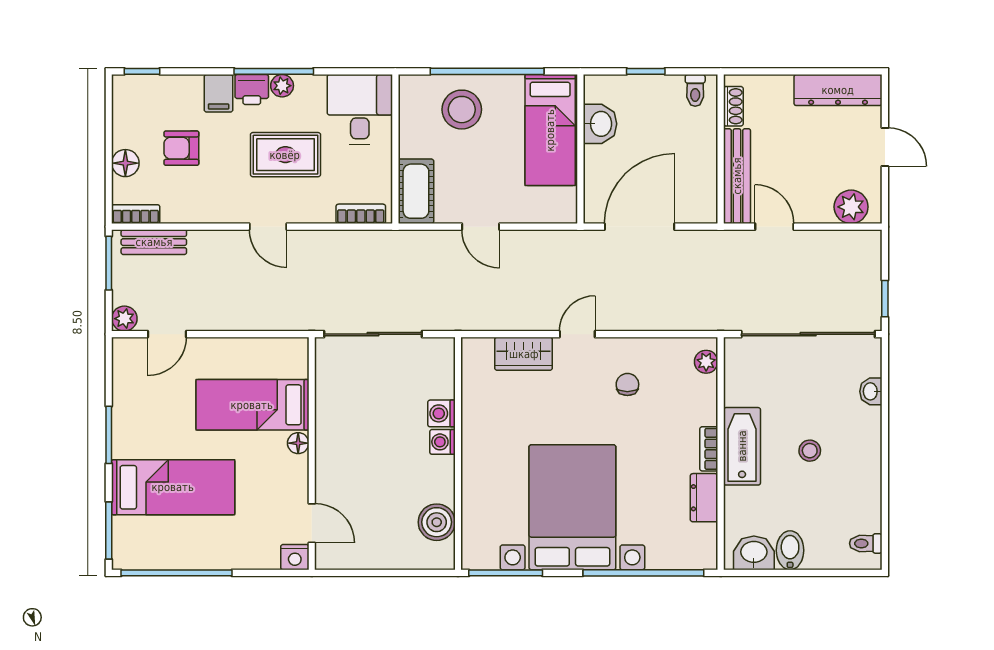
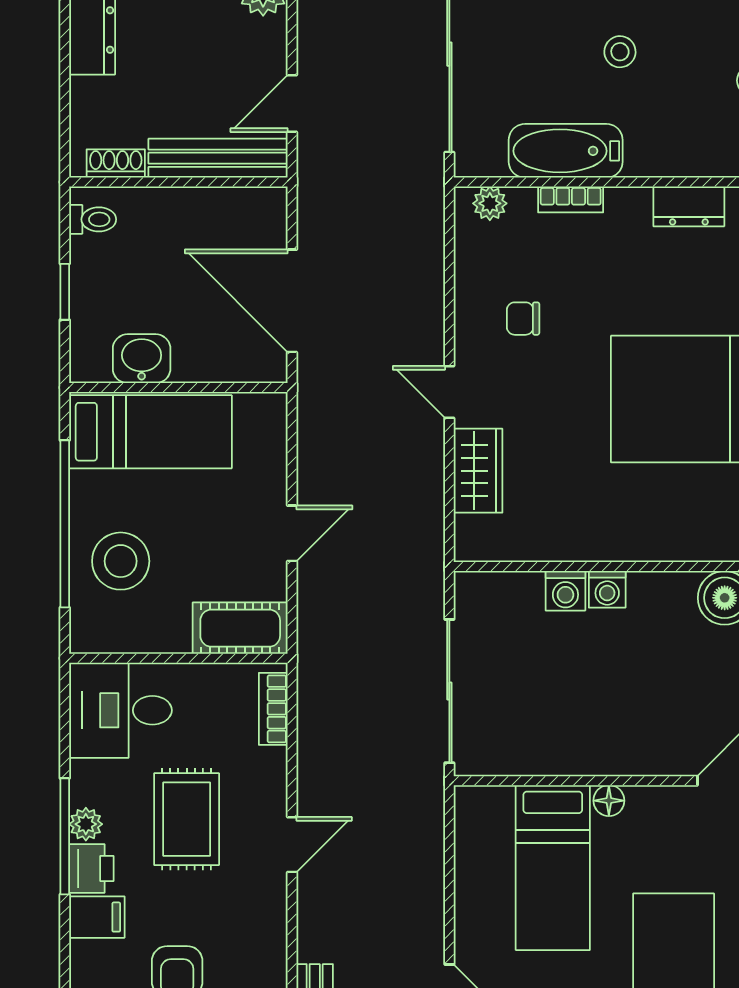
bathtub: (742, 446) -> (566, 151), moved
bookcase: (709, 449) -> (571, 199), moved

